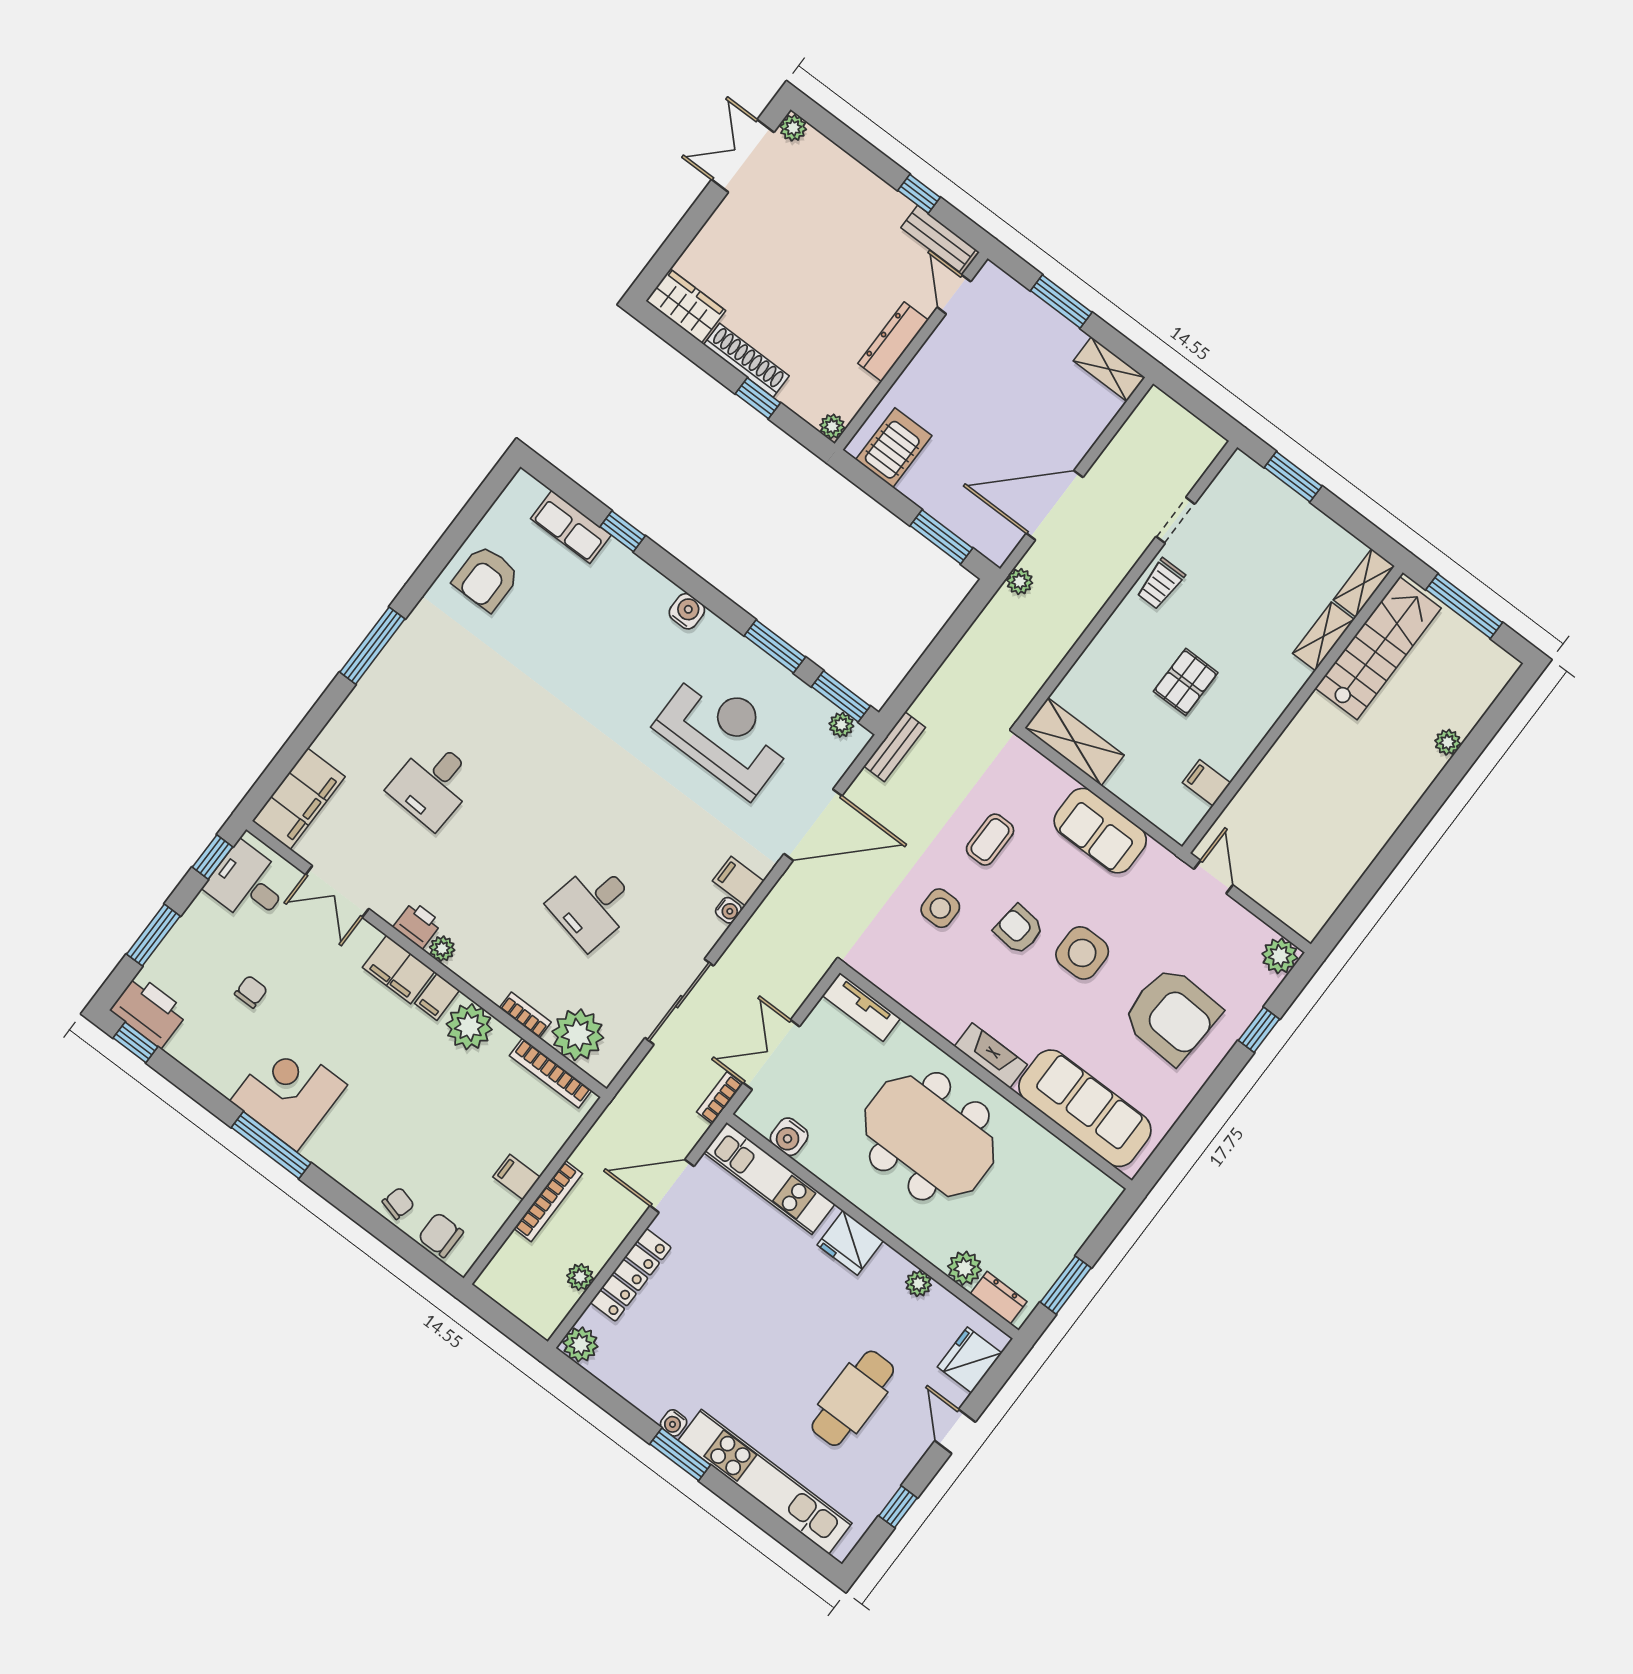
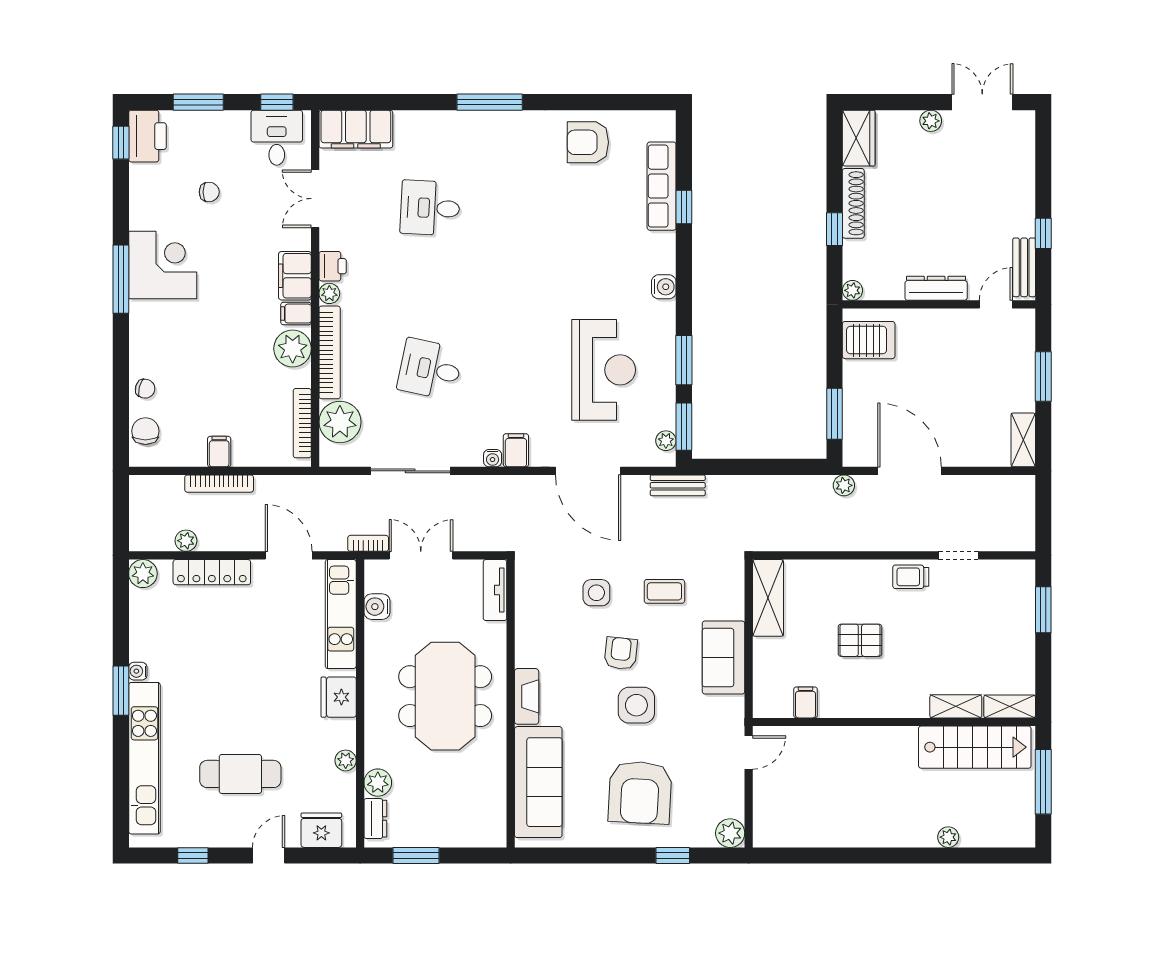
plant: (793, 128) -> (931, 121), moved
row of seats: (571, 527) -> (662, 186), width x1.48
bookcase: (525, 1015) -> (330, 352), width x2.31, depth x1.31

